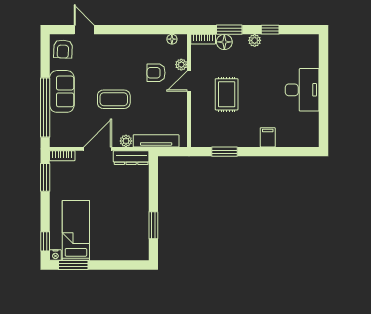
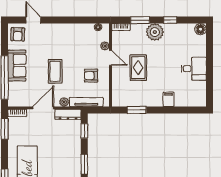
plant: (255, 40) -> (155, 32), width x1.87, depth x1.87
floor lamp: (224, 42) -> (200, 29), moved
armchair: (156, 73) -> (91, 76), moved
door: (189, 81) -> (110, 58), swing flipped
desk: (302, 90) -> (194, 69), width x0.73
coffee table: (114, 99) -> (55, 71), turned 90
window: (153, 180) -> (84, 131), added

